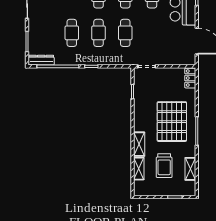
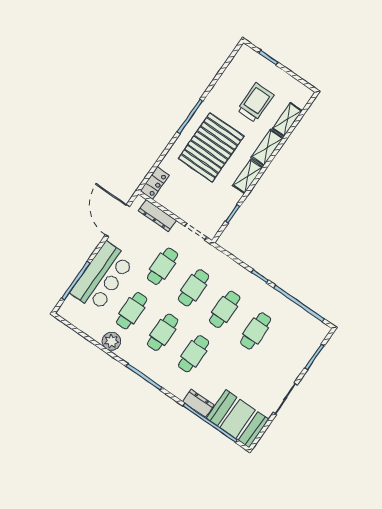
cafe table: (152, 33) -> (163, 266), added
dresser: (41, 60) -> (157, 216), moved
shelving: (190, 169) -> (248, 176), moved

